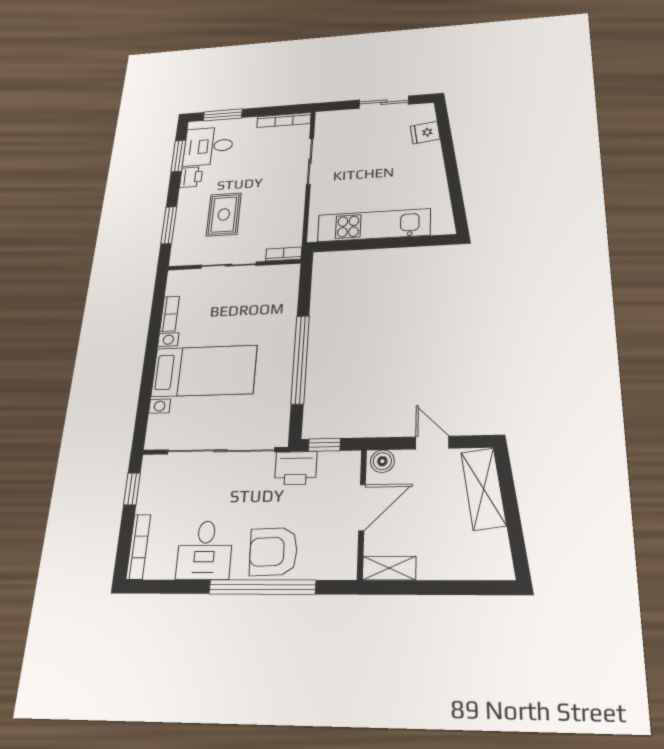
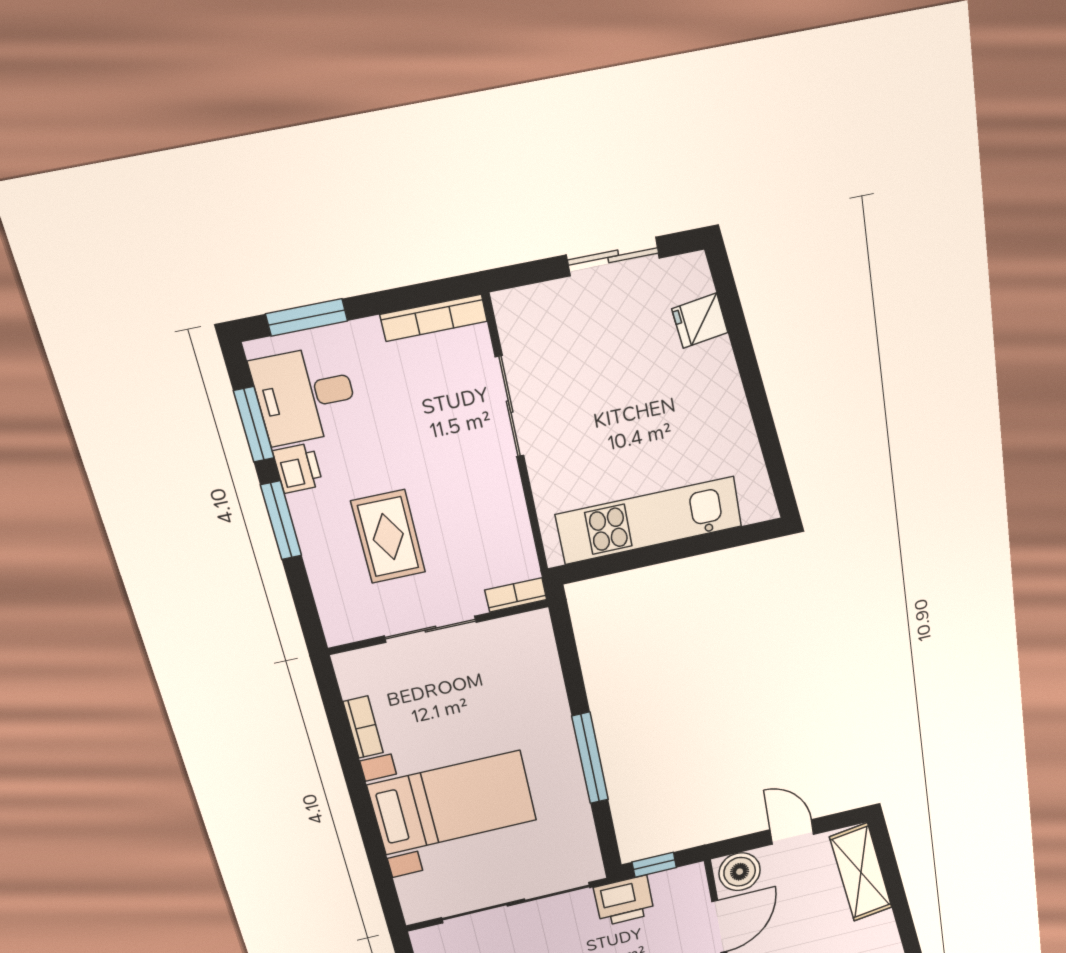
window: (169, 225) -> (281, 520), moved
window: (300, 359) -> (590, 758), width x0.68
boiler: (382, 461) -> (740, 872), width x1.36, depth x1.36

